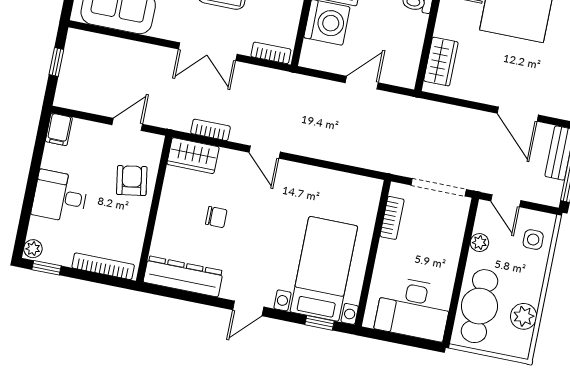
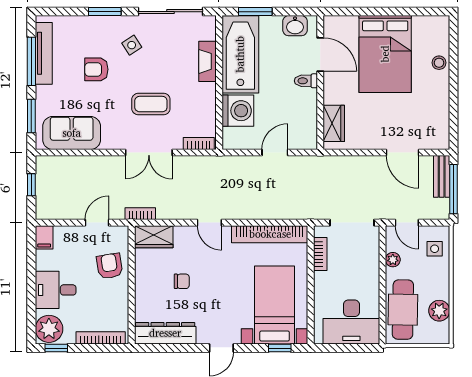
bookcase: (211, 130) -> (140, 214), moved
bookcase: (335, 181) -> (270, 234), added
plant: (33, 249) -> (49, 329), width x1.88, depth x1.88

